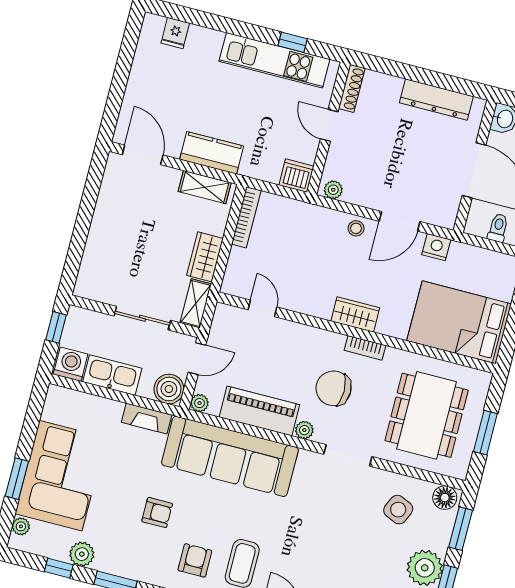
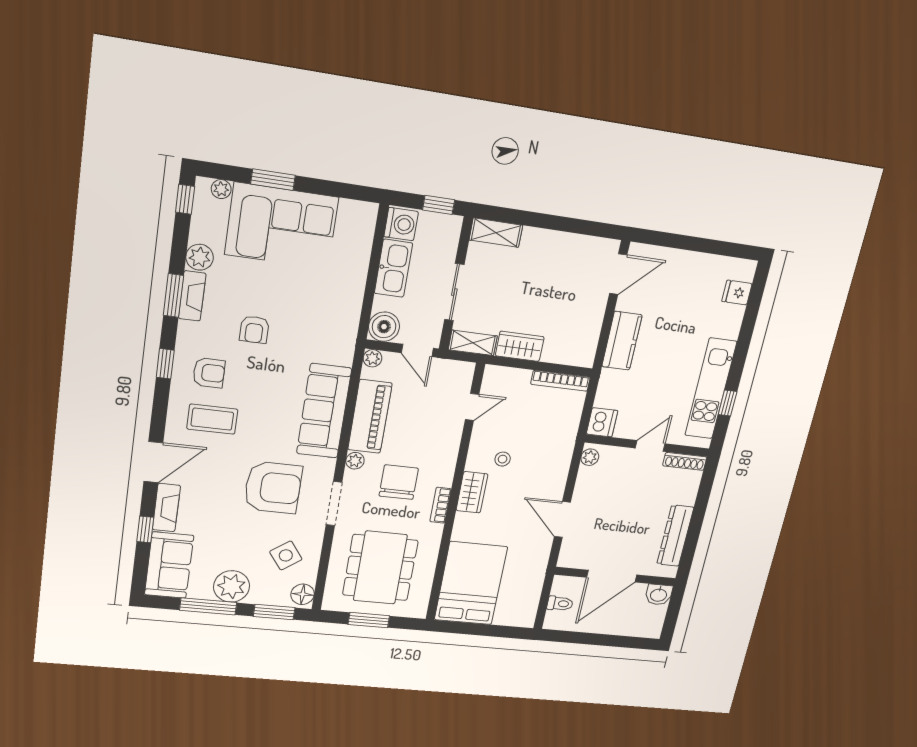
shelving: (205, 187) -> (496, 233), moved, turned 90
stool: (356, 228) -> (503, 459), moved
nightstand: (436, 247) -> (540, 554), removed
dining table: (427, 415) -> (380, 568), turned 90
fireplace: (147, 419) -> (192, 296), moved, turned 180
sofa: (230, 456) -> (324, 411), width x0.74, depth x0.79
side table: (398, 510) -> (286, 555), turned 30
armchair: (322, 514) -> (273, 488), added
window: (59, 568) -> (185, 199), moved

